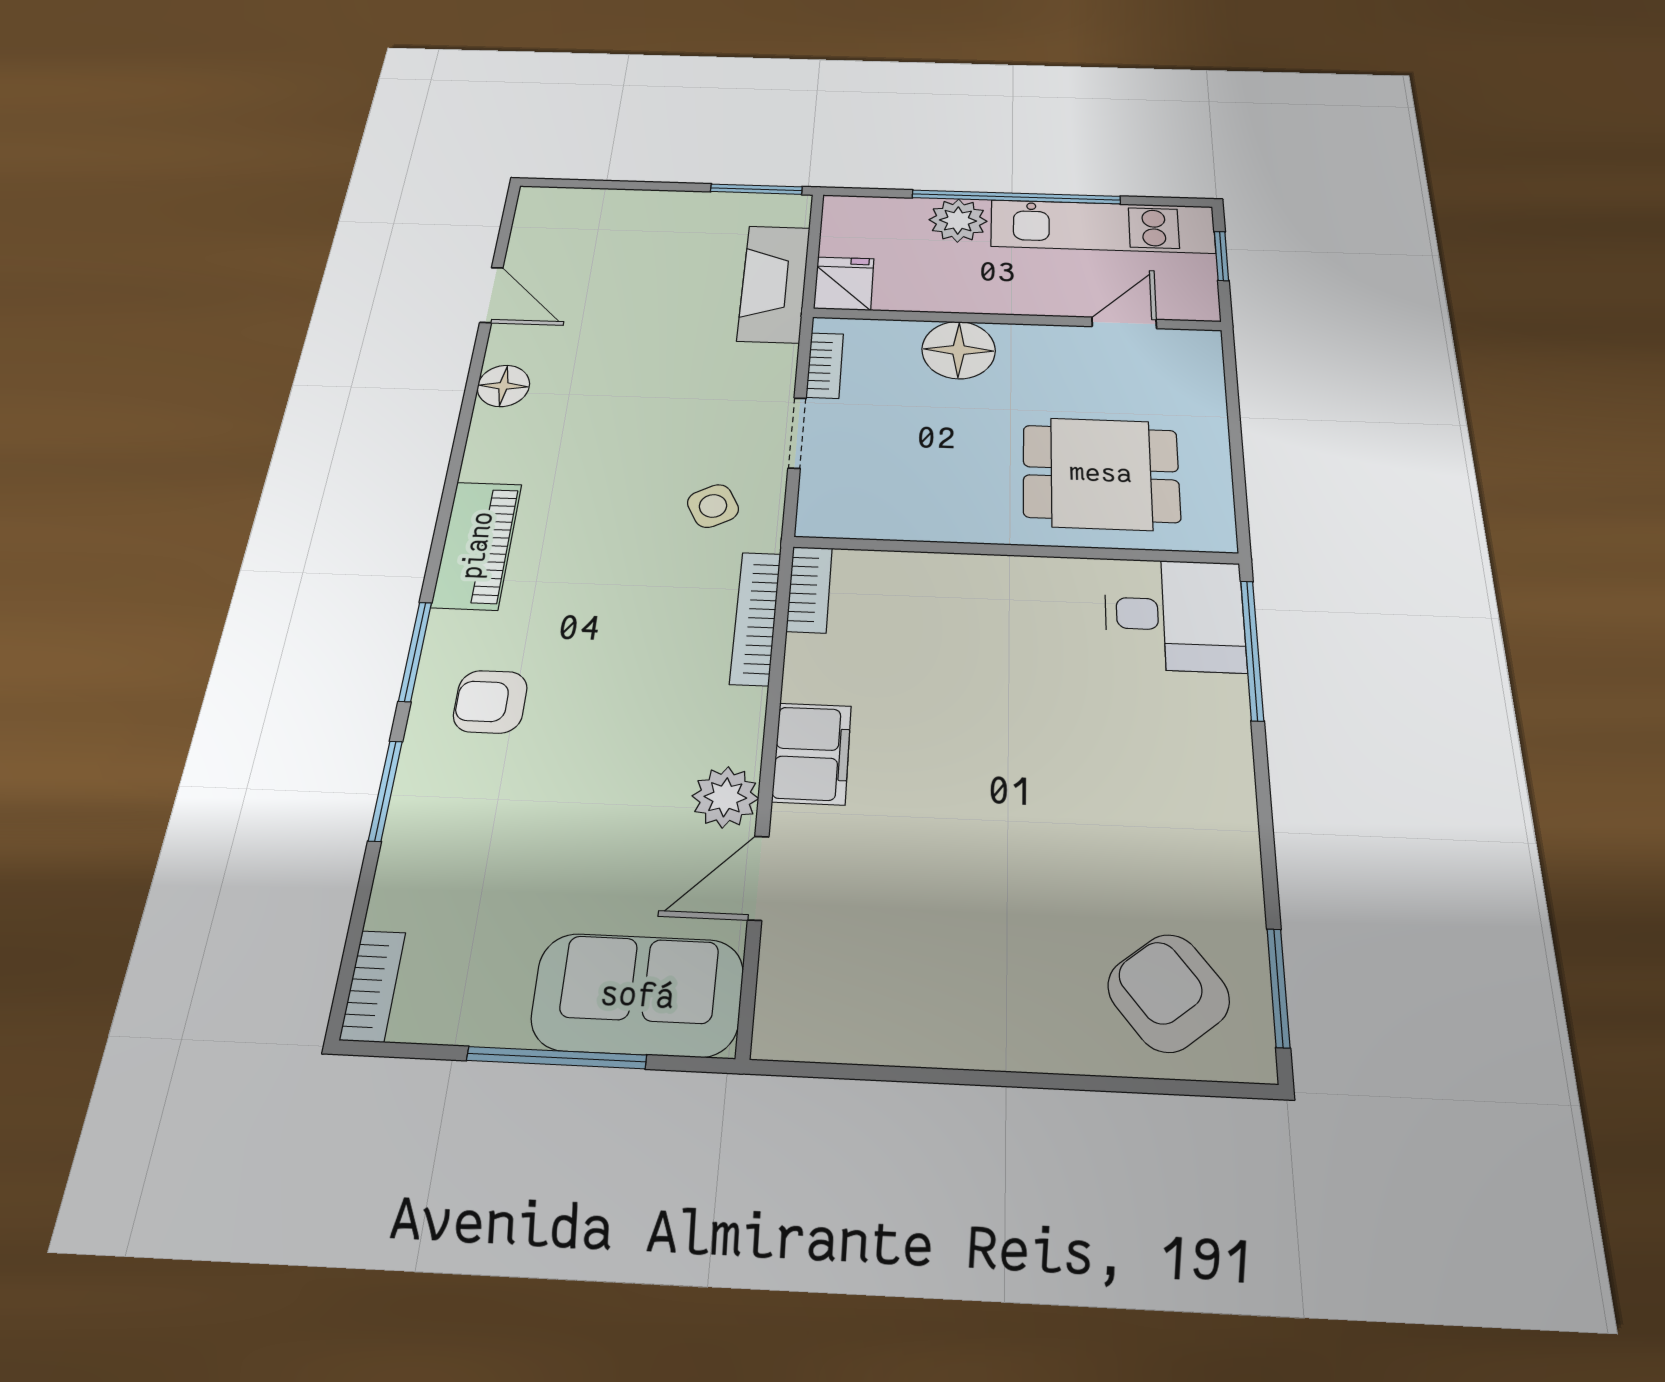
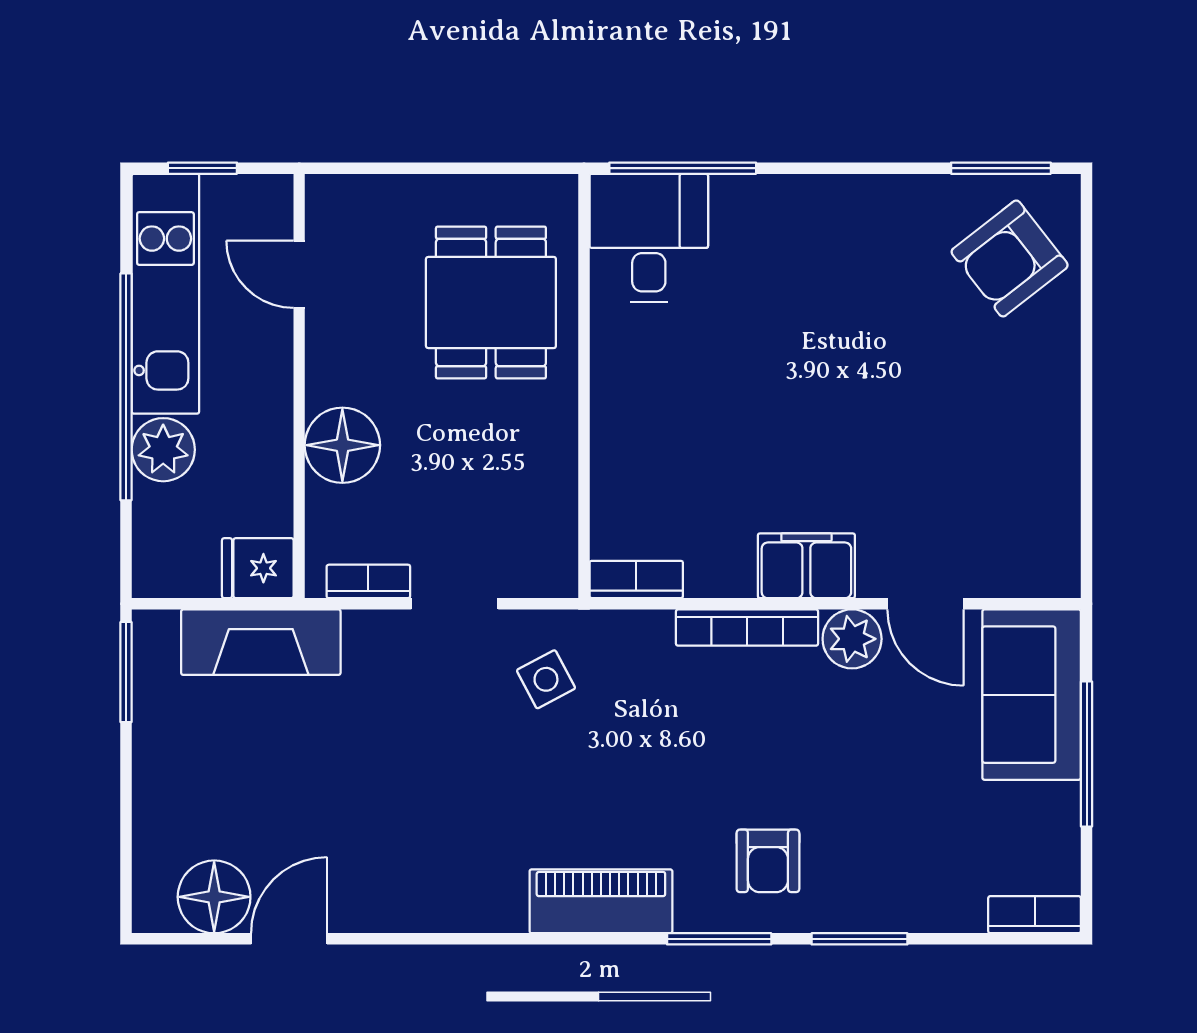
floor lamp: (503, 386) -> (214, 897), moved, width x1.38, depth x1.38
bookcase: (755, 618) -> (747, 628), moved

